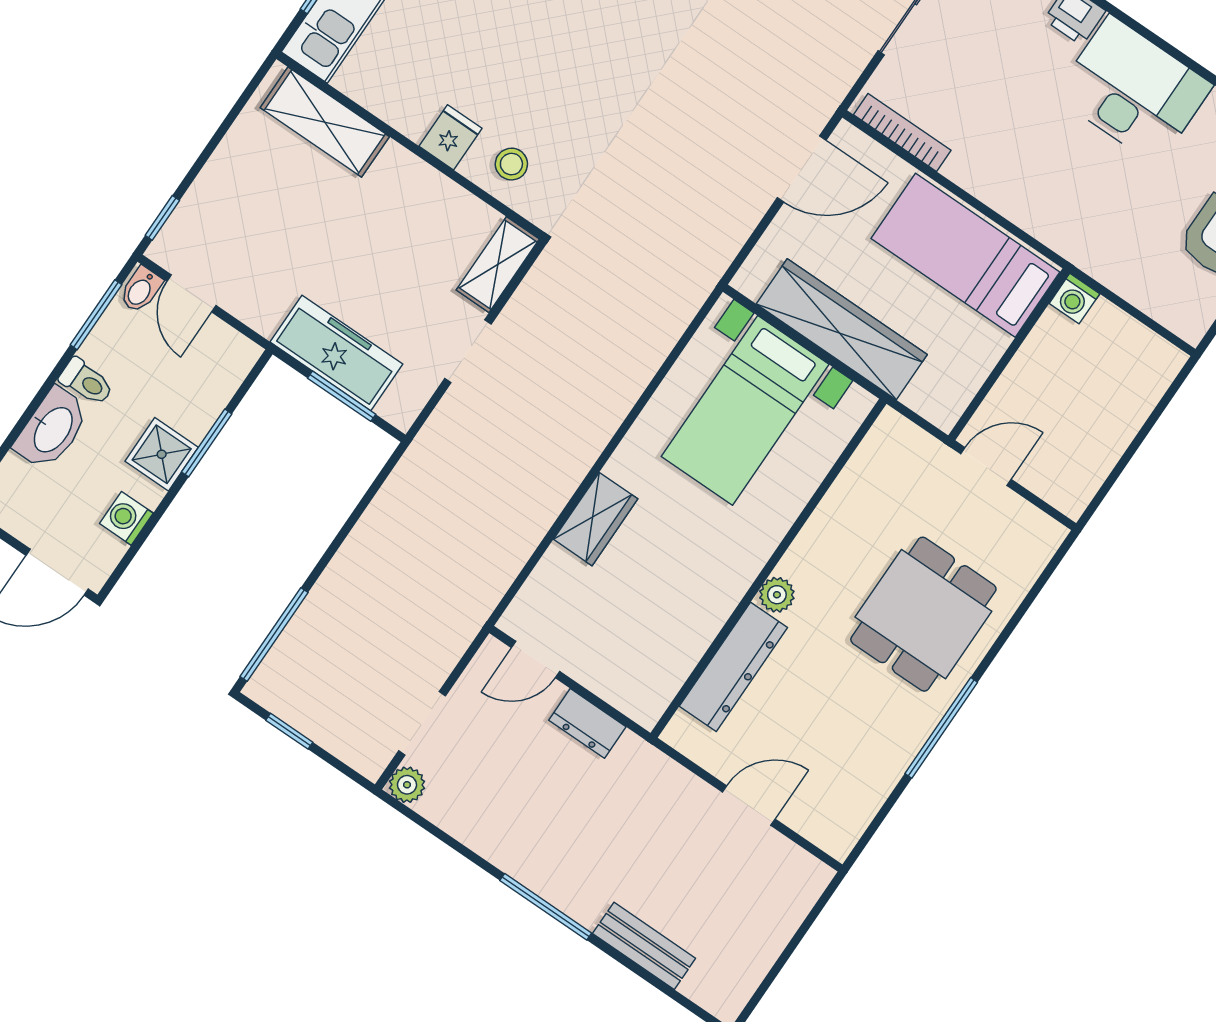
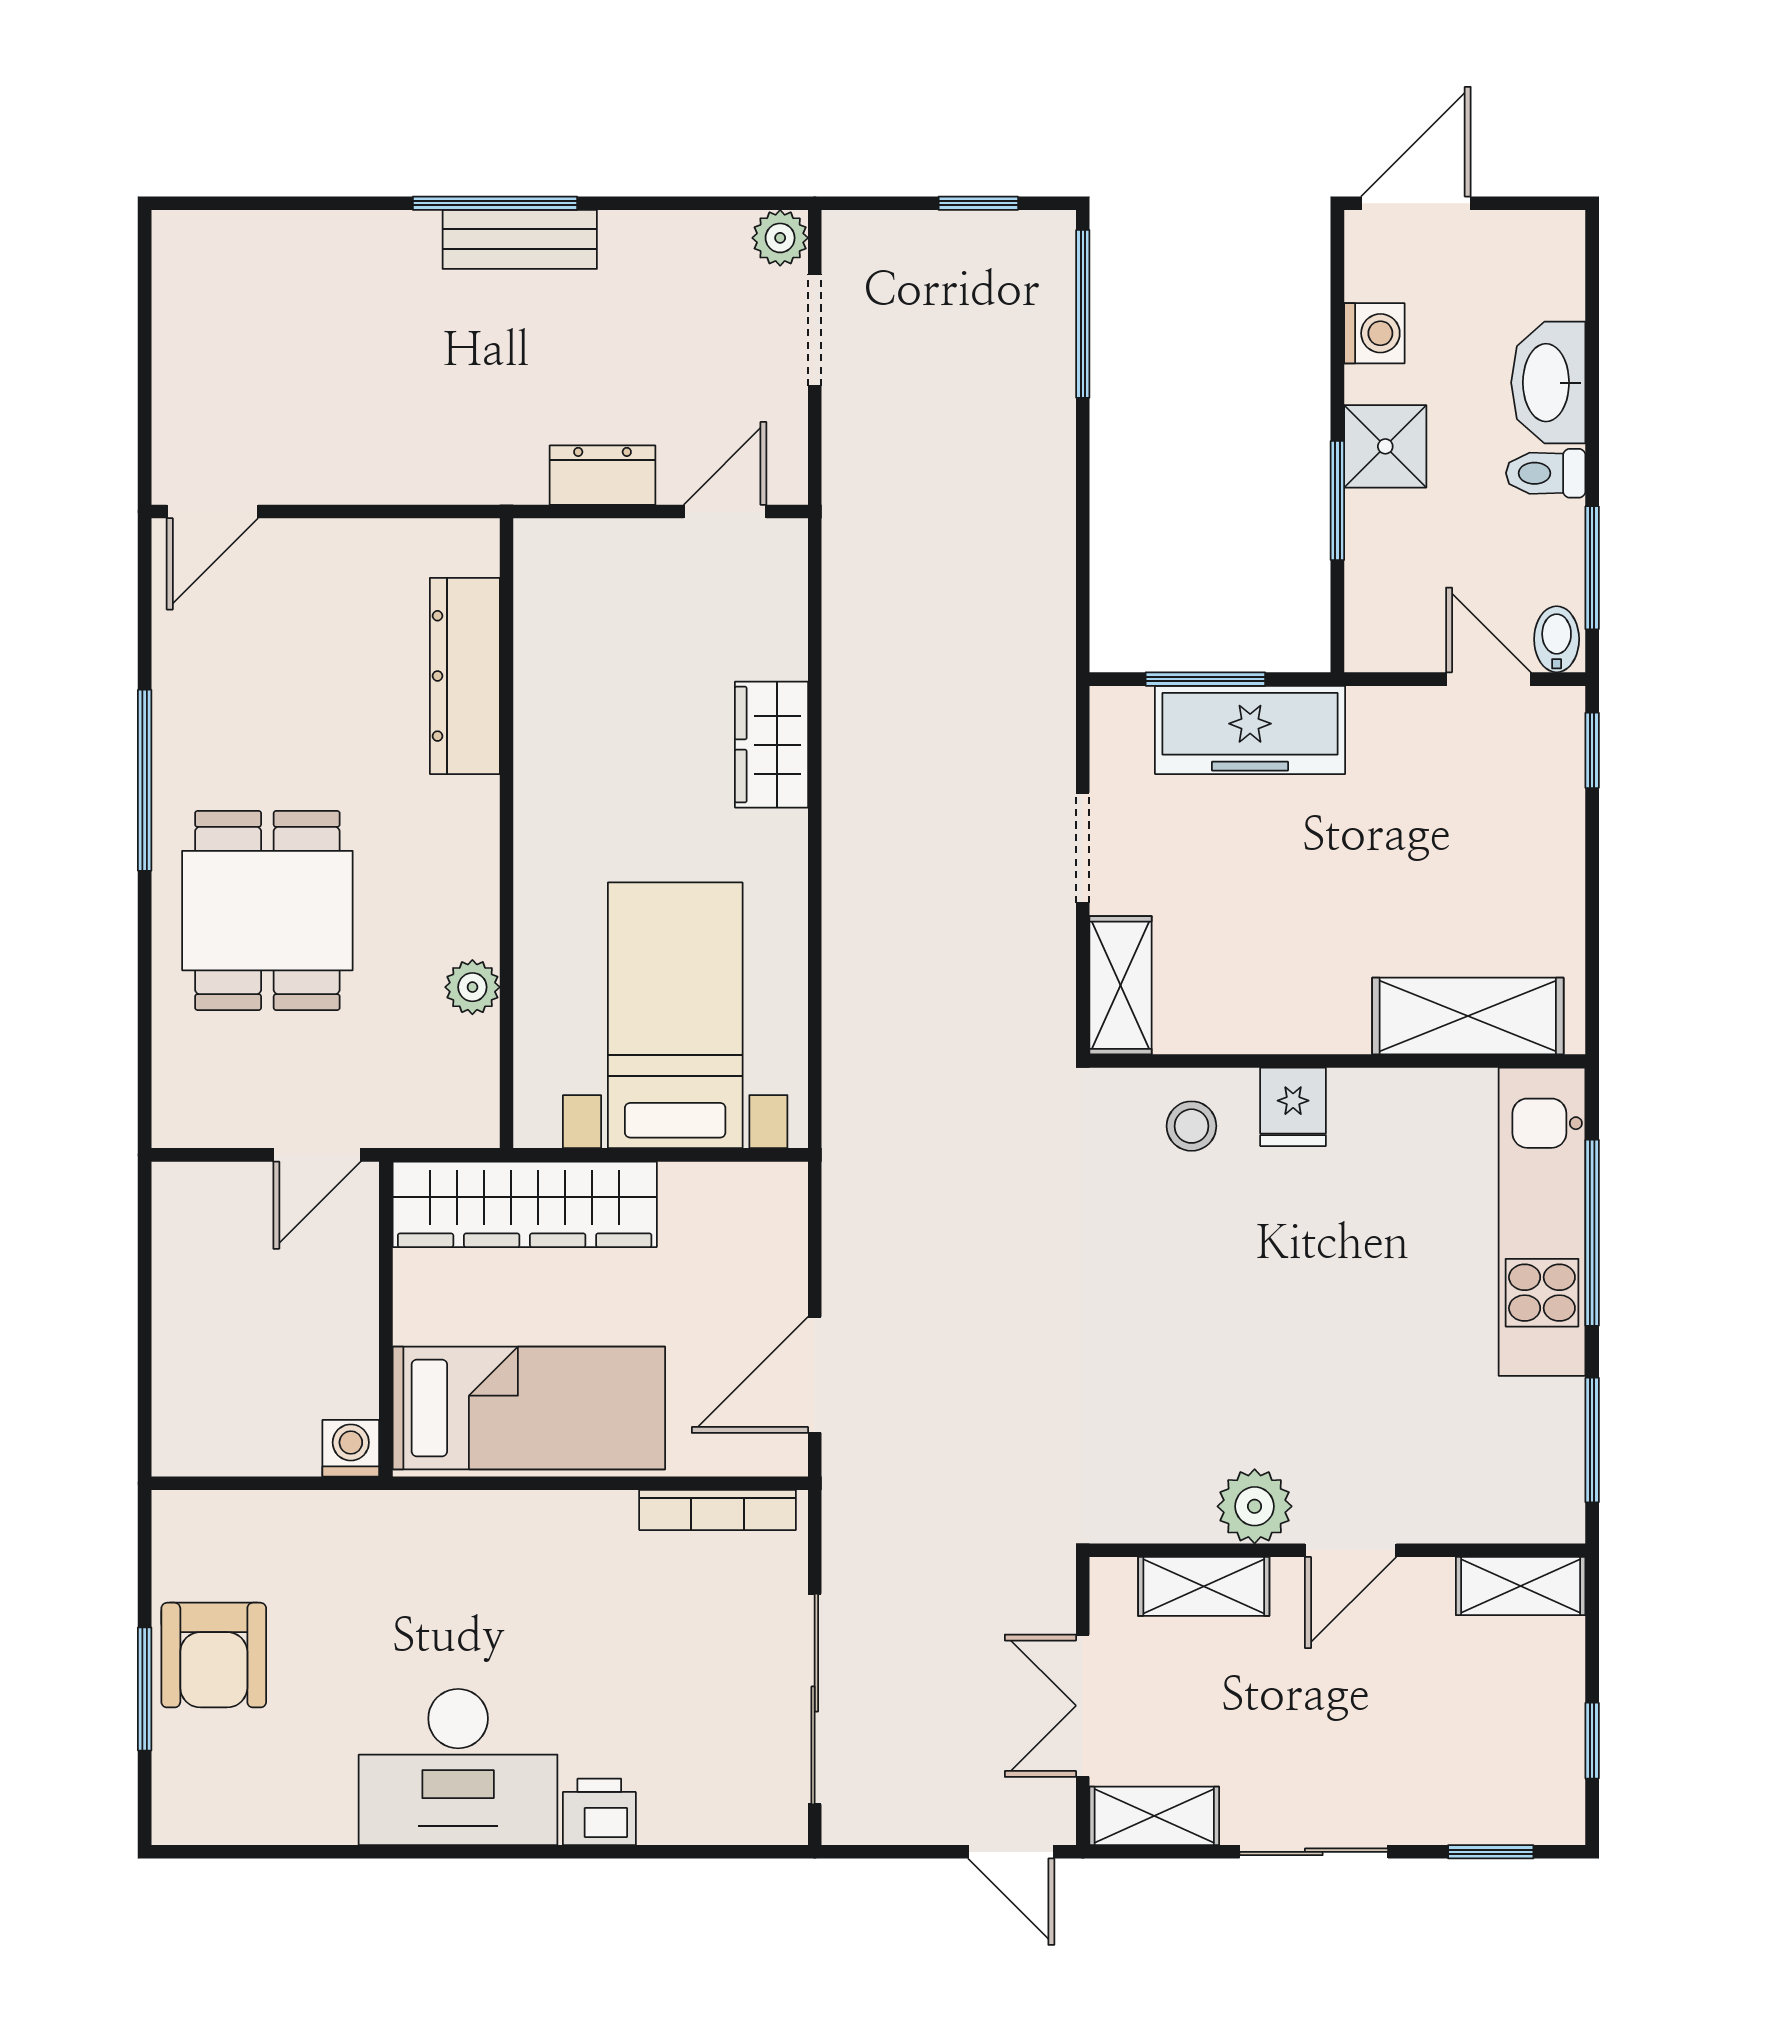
wardrobe: (842, 329) -> (525, 1204), moved
plant: (777, 595) -> (472, 987), moved
door: (749, 805) -> (212, 512), moved
bench: (644, 946) -> (520, 239), moved

